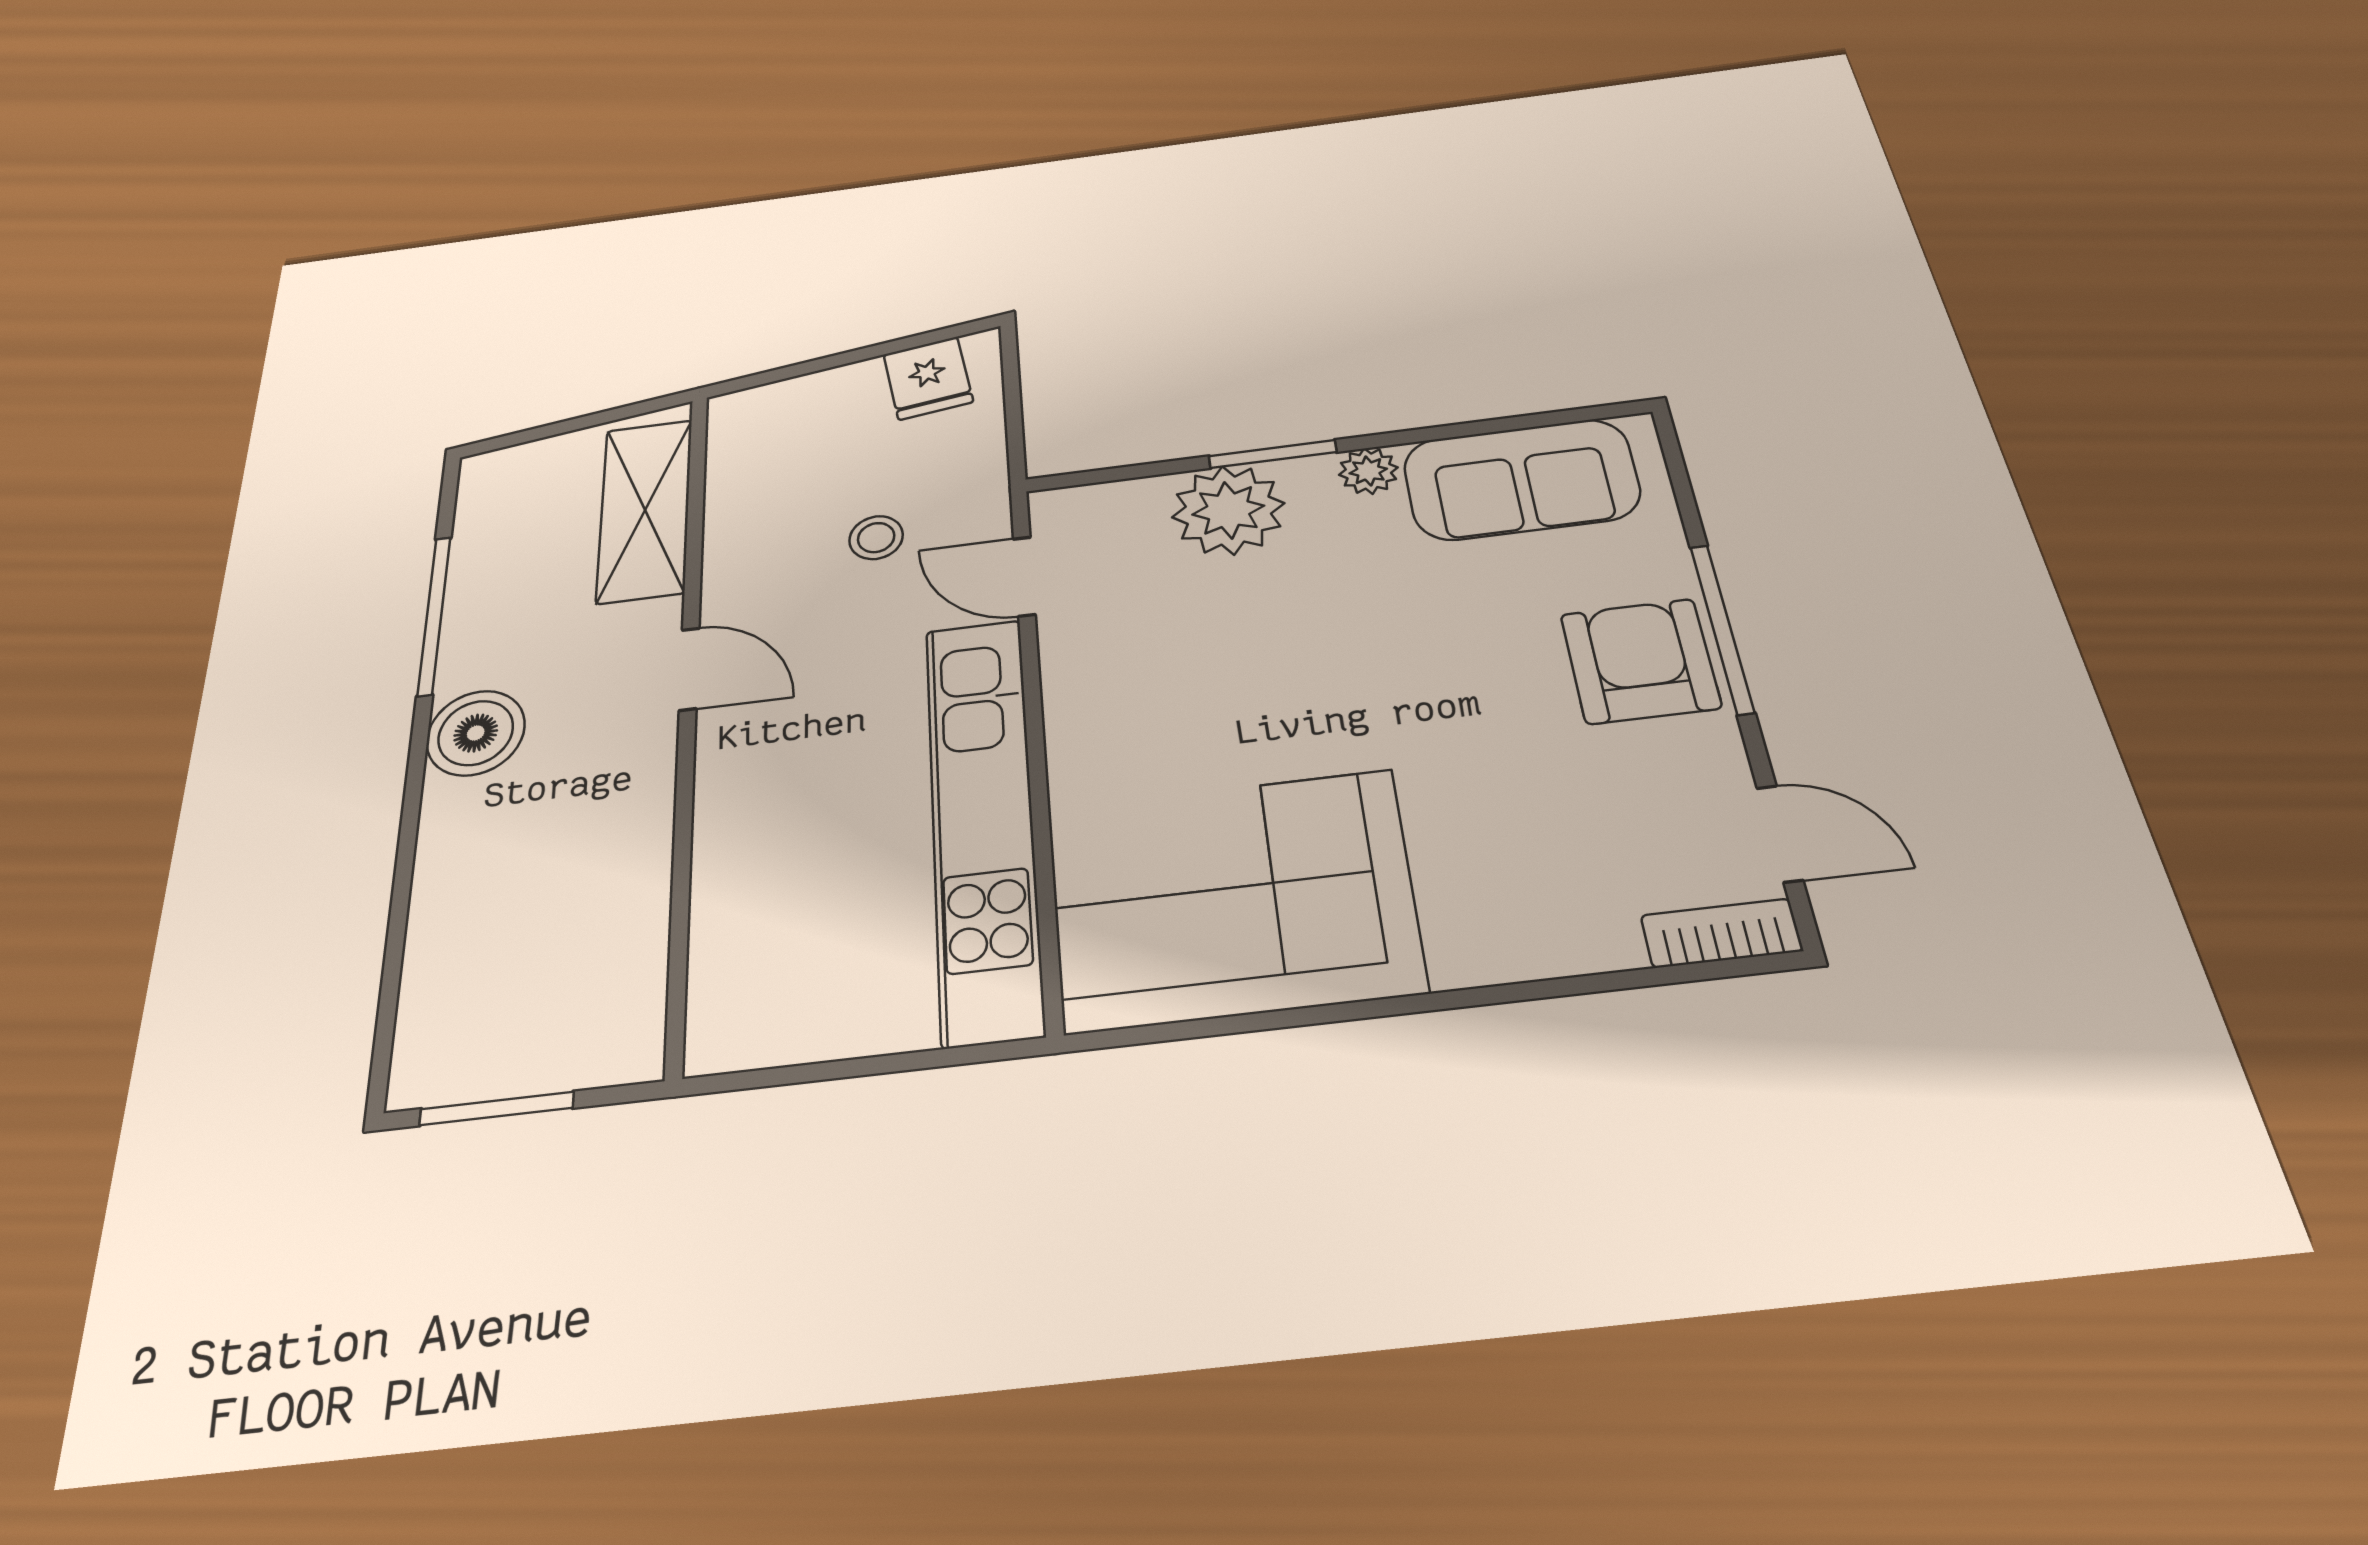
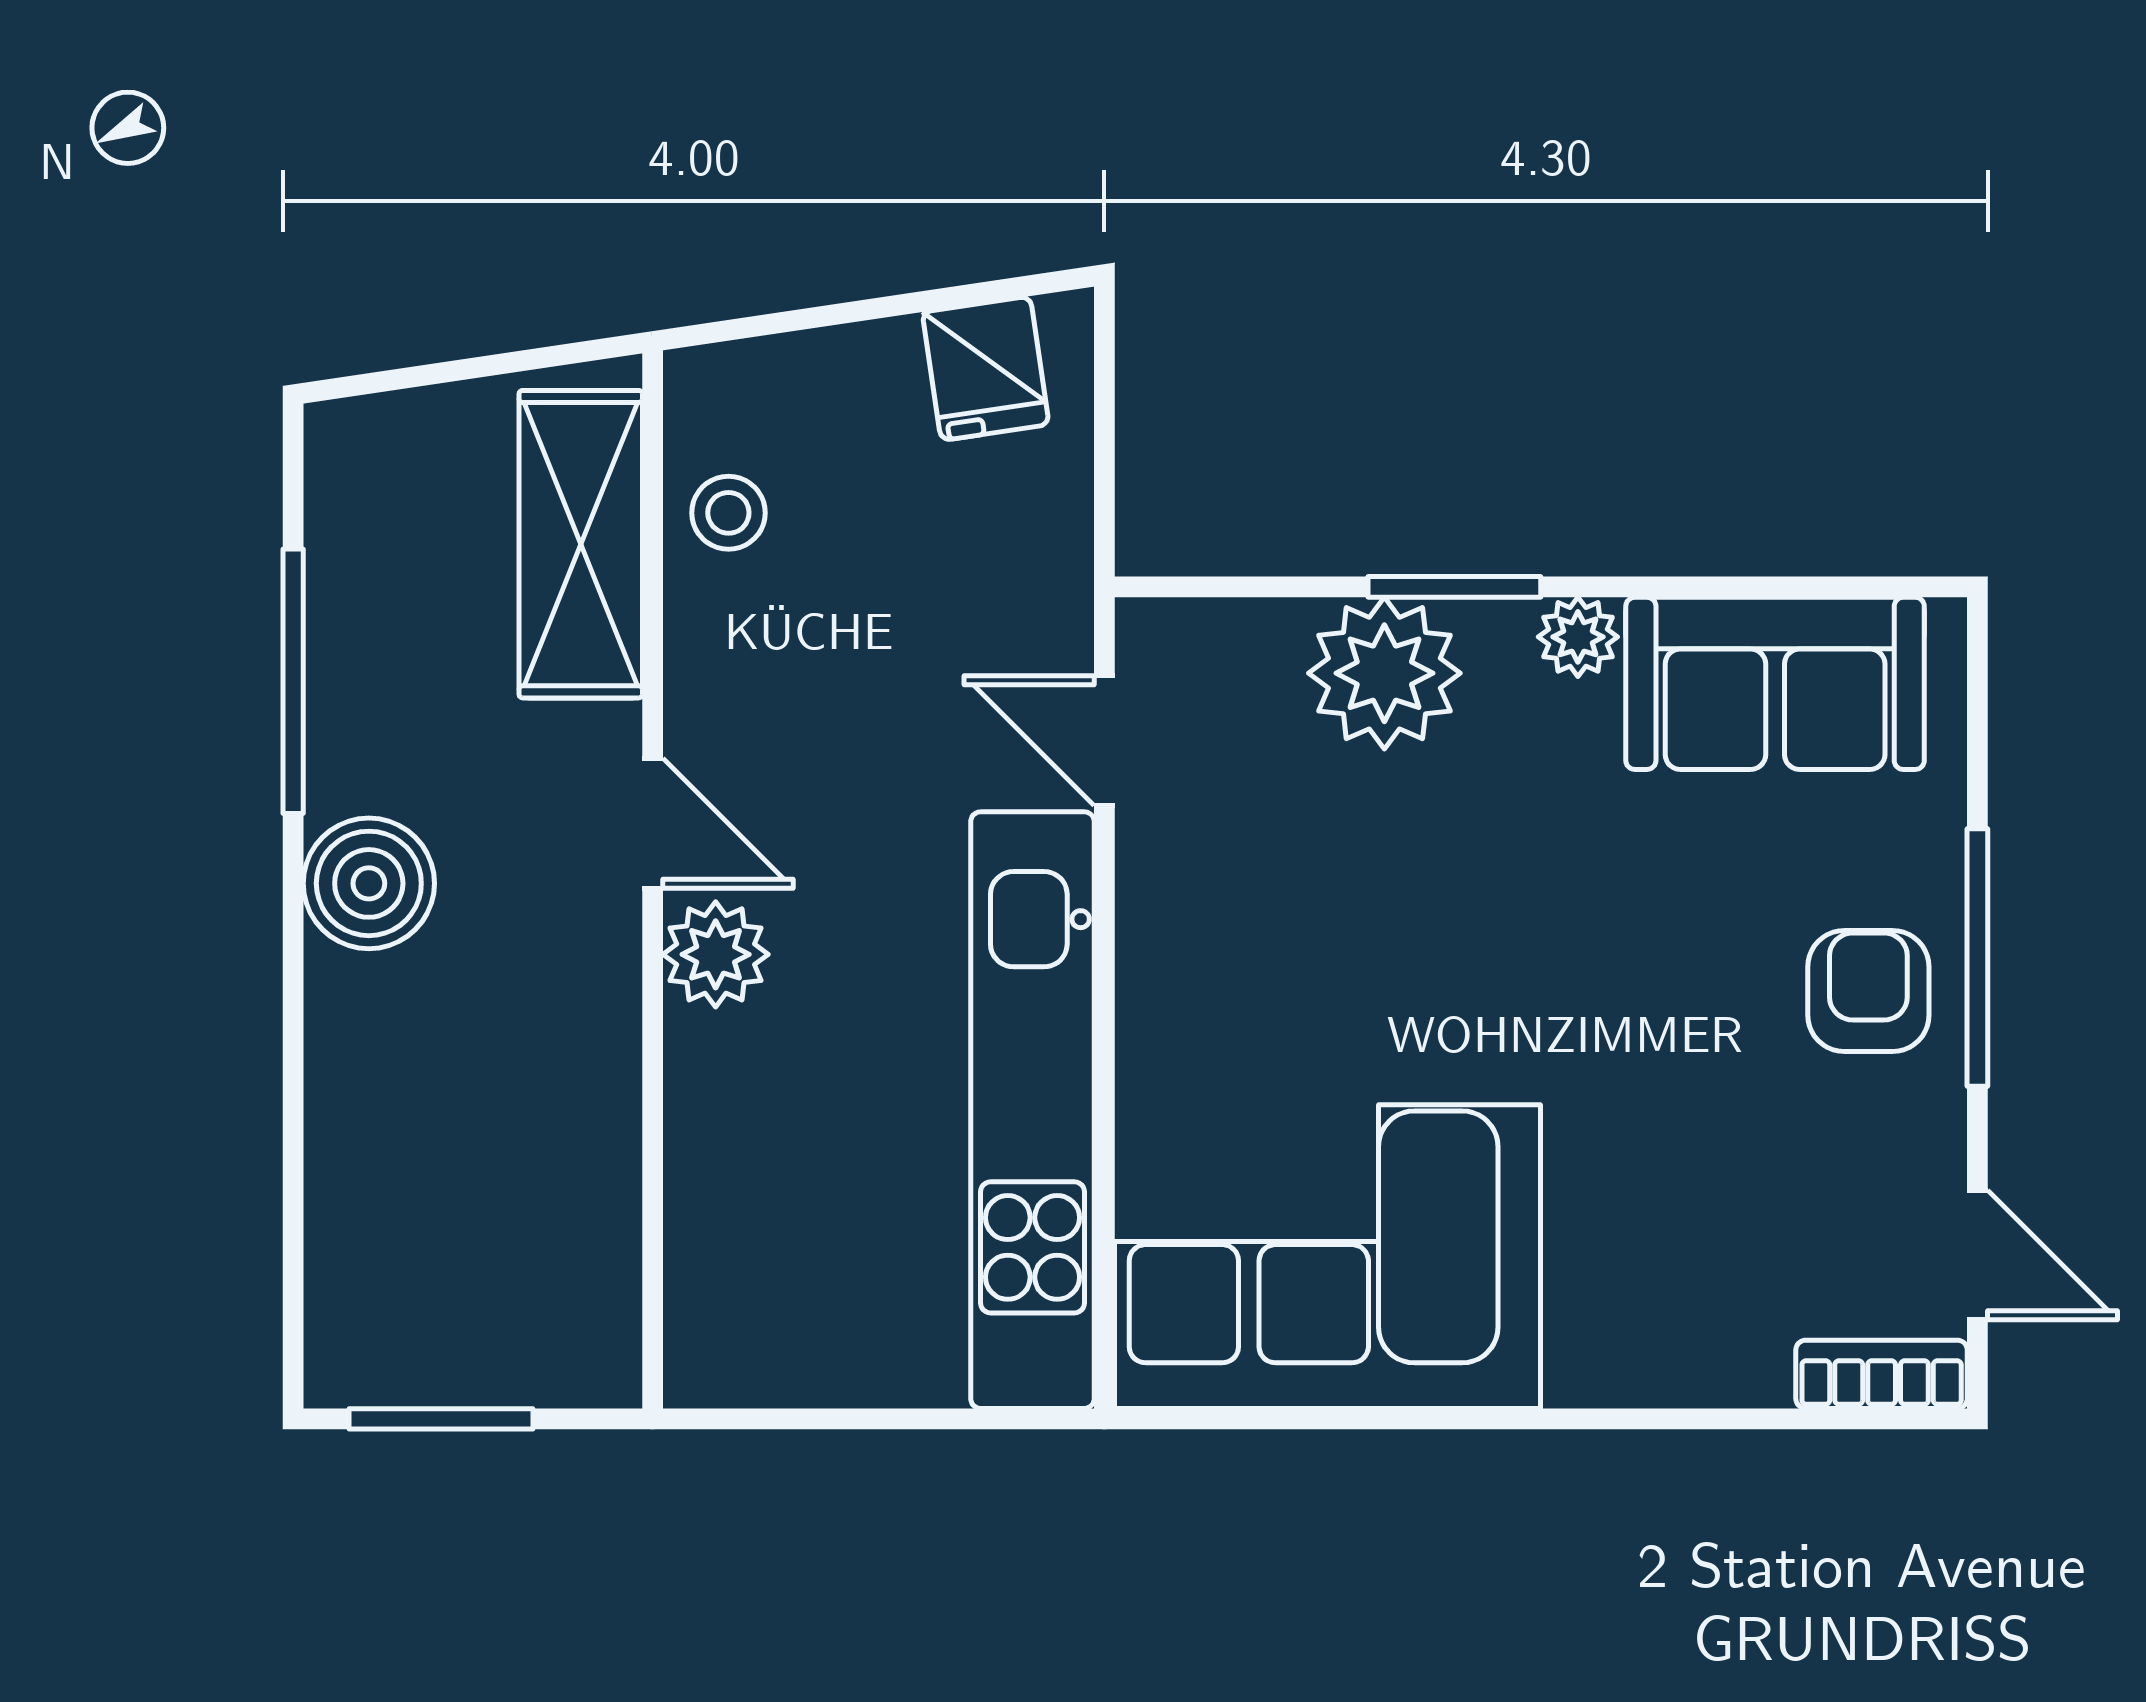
stool: (876, 538) -> (728, 513), moved
armchair: (1640, 661) -> (1868, 991), width x0.72, depth x0.72
plant: (734, 747) -> (716, 954), added

